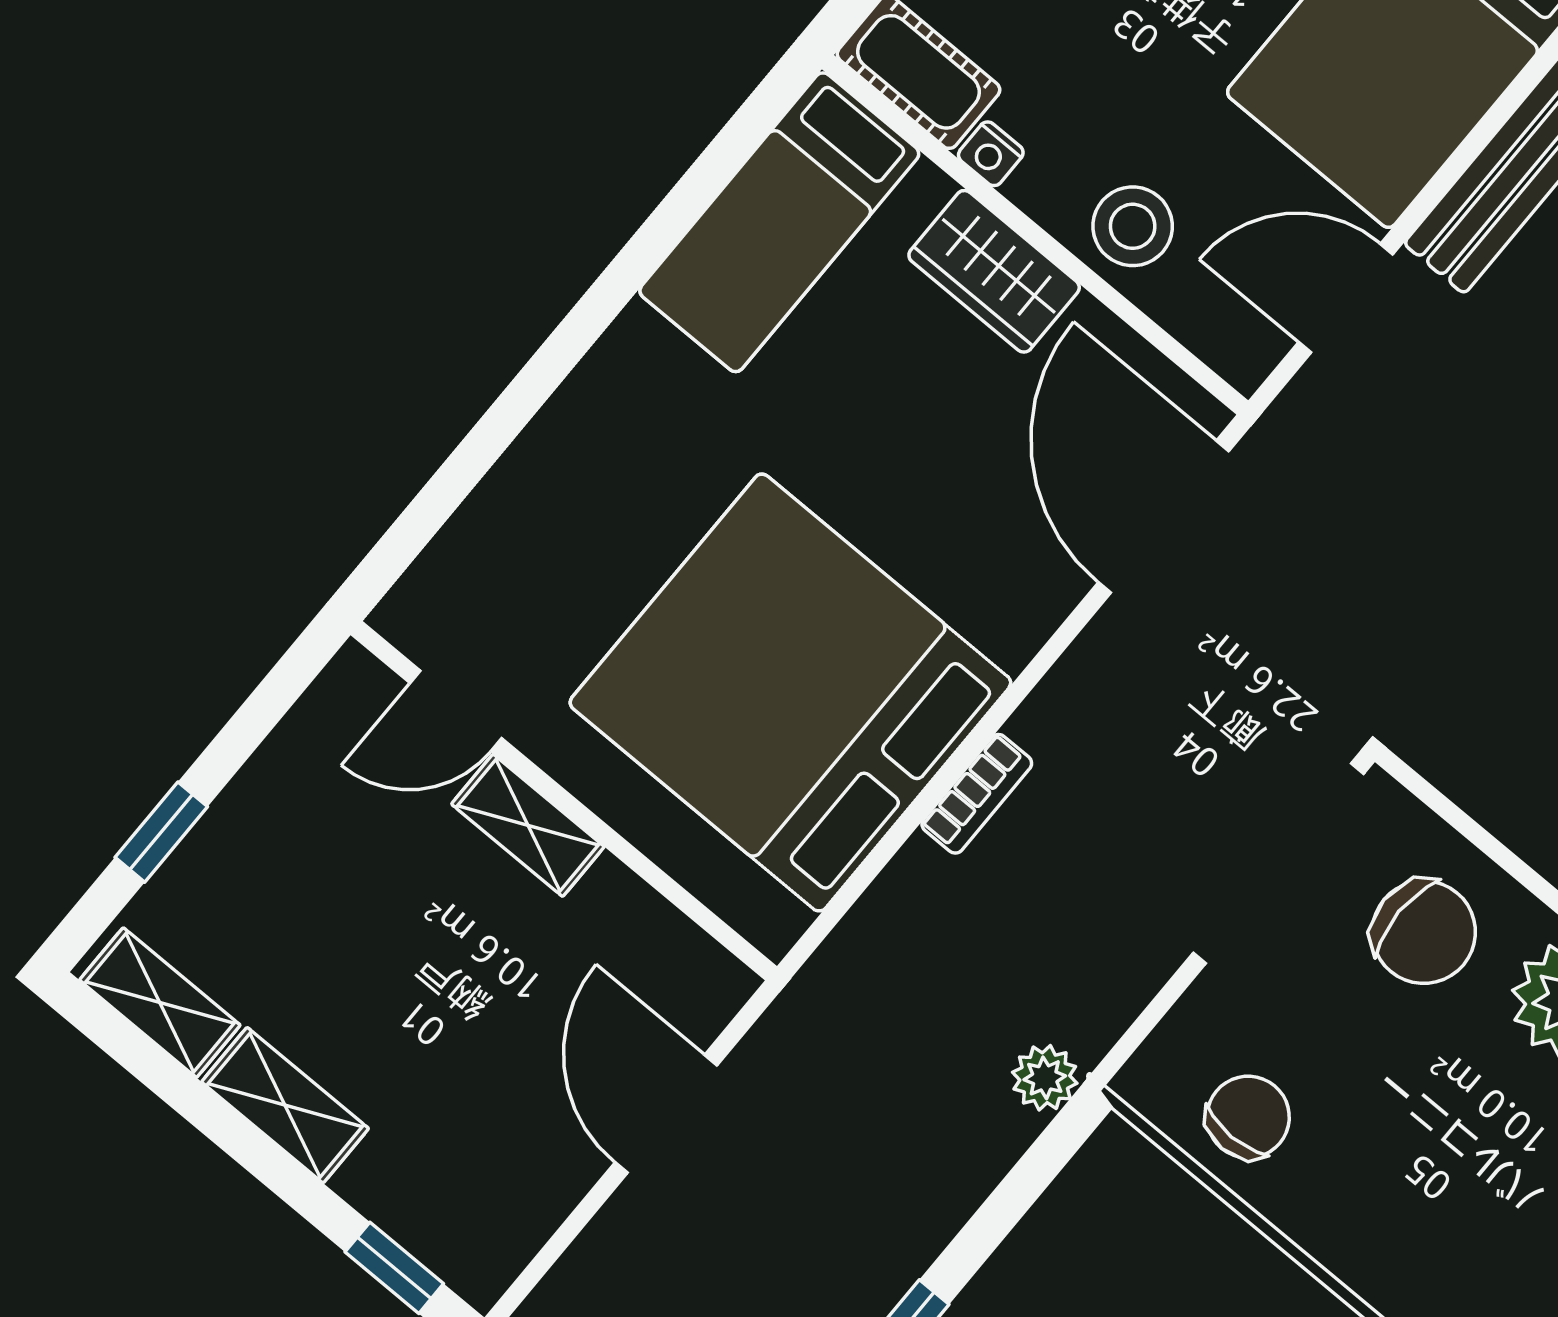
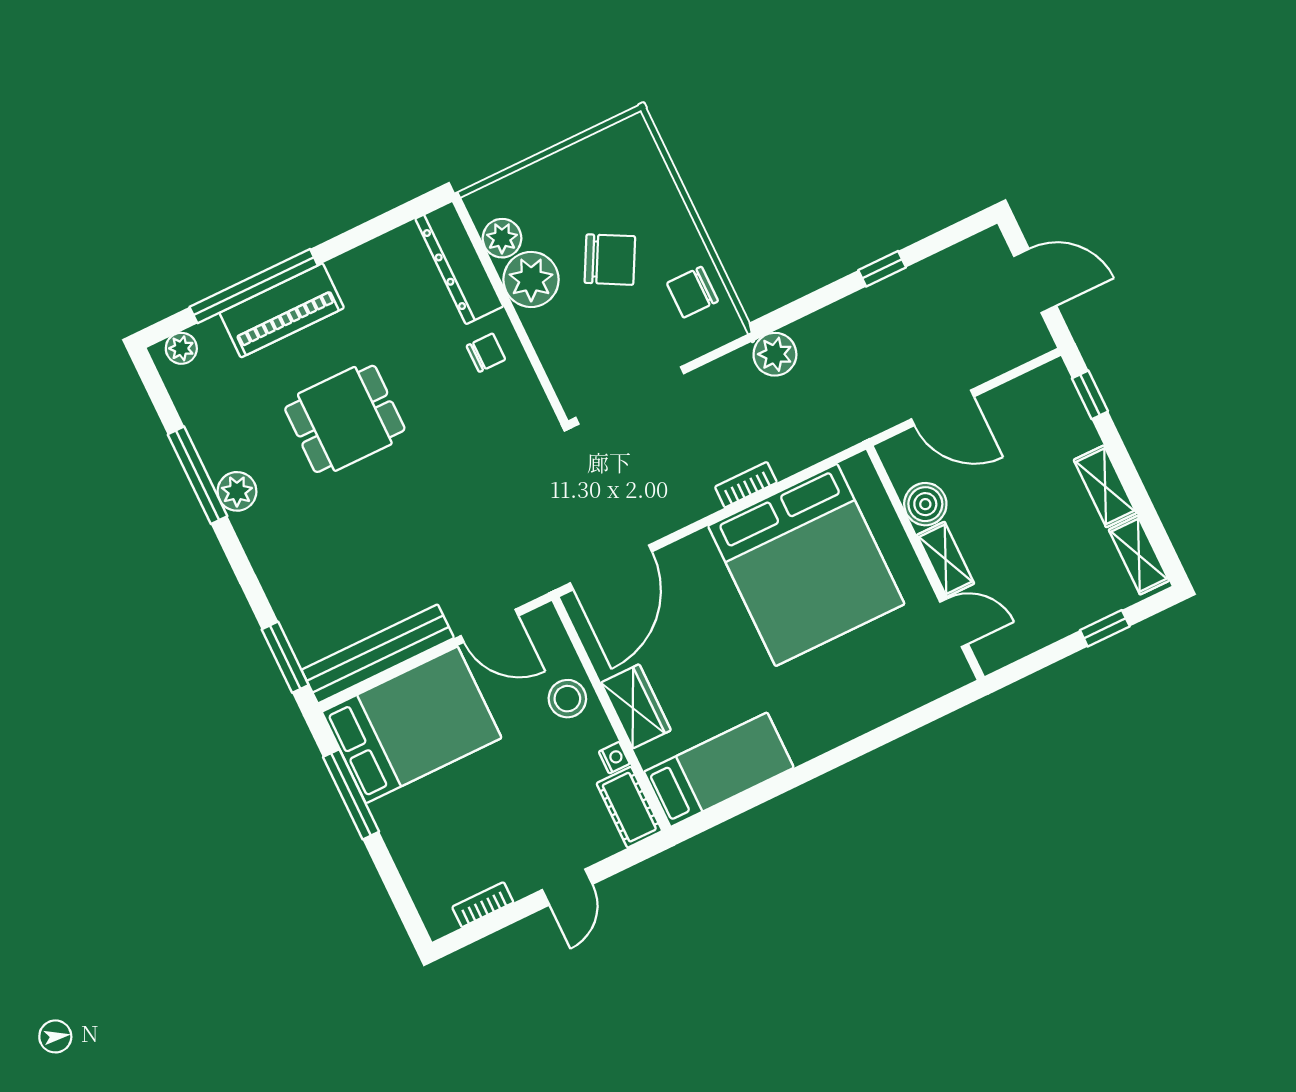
boiler: (615, 914) -> (925, 504), added
chair: (1424, 932) -> (610, 260), moved, turned 118
plant: (1045, 1078) -> (775, 354), width x1.38, depth x1.38
door: (666, 1114) -> (943, 408), hinge flipped

